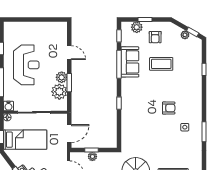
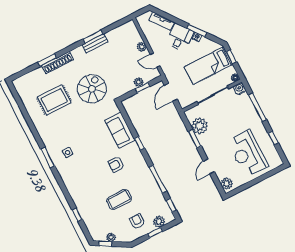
door: (69, 53) -> (209, 166), hinge flipped
sofa: (130, 62) -> (120, 130), moved
reception desk: (26, 65) -> (248, 153), moved
plant: (62, 77) -> (227, 184), moved
armchair: (169, 108) -> (116, 164), moved

